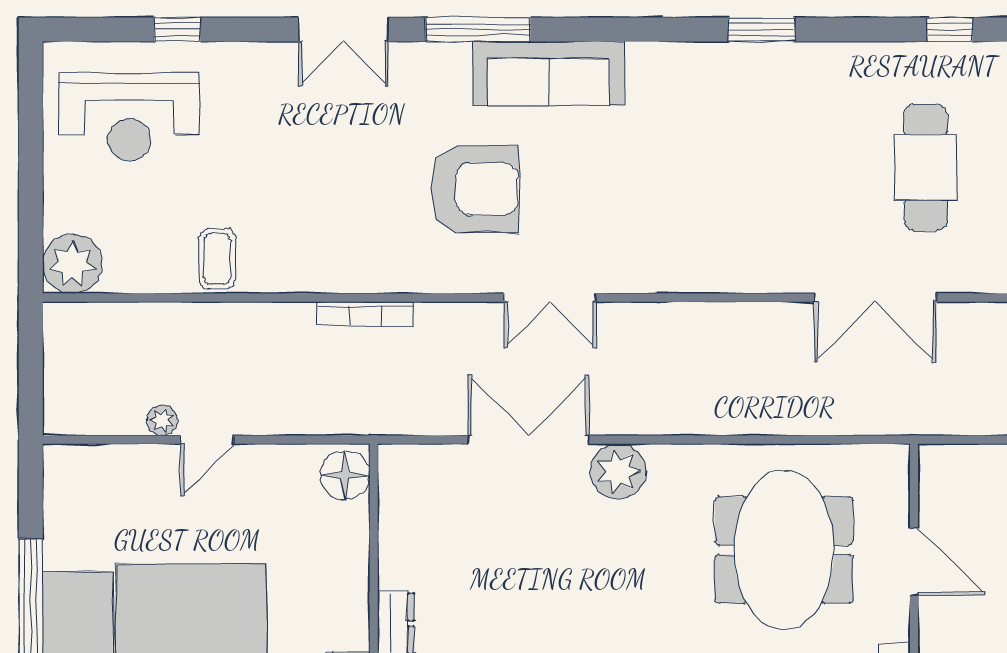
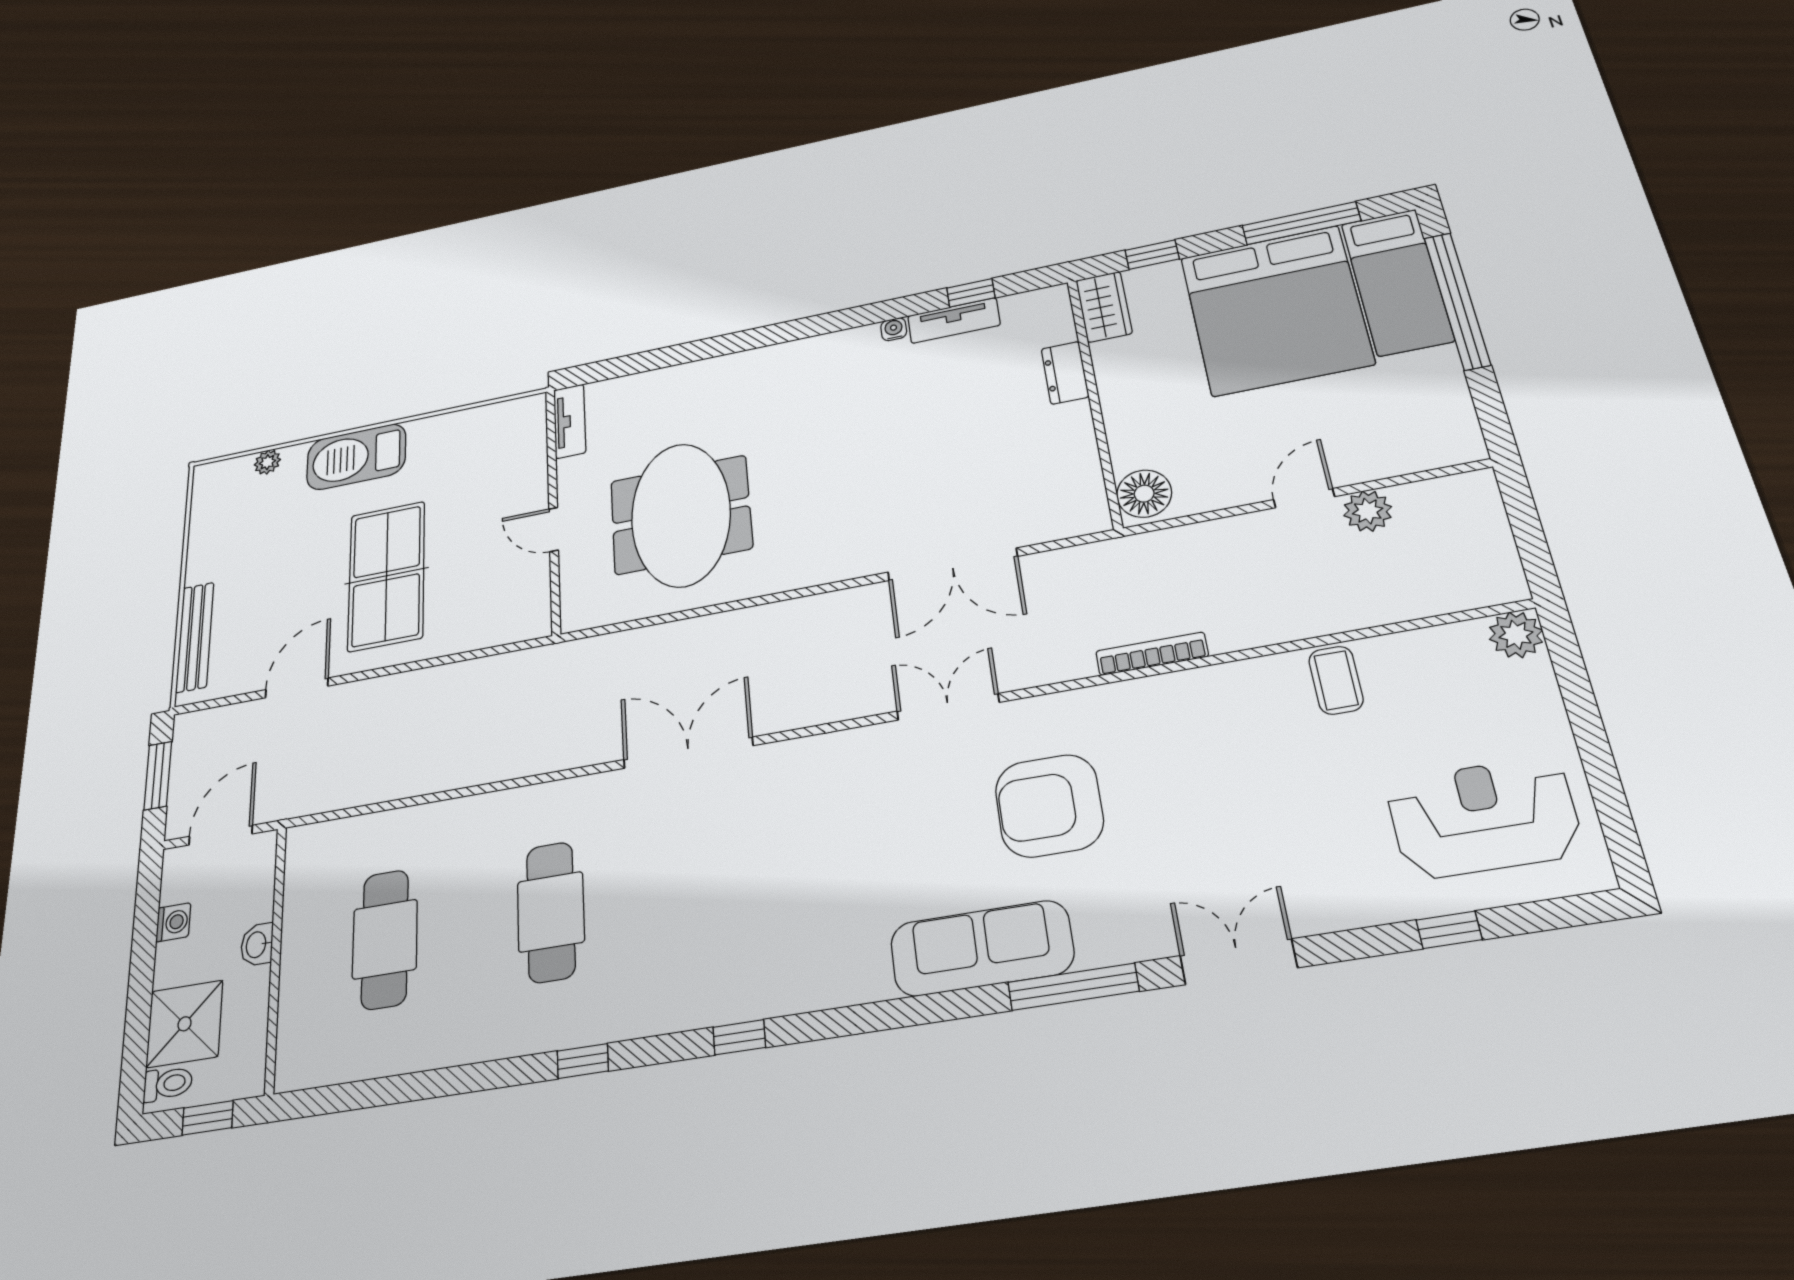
window: (762, 29) -> (739, 1037), width x0.67
window: (950, 29) -> (583, 1061), moved
plant: (72, 264) -> (1516, 635), width x0.73, depth x0.73
double door: (875, 298) -> (688, 753), moved
plant: (162, 420) -> (1368, 511), width x1.38, depth x1.38
plant: (618, 471) -> (855, 553), removed
door: (914, 562) -> (554, 529), width x0.73

